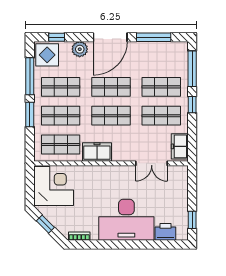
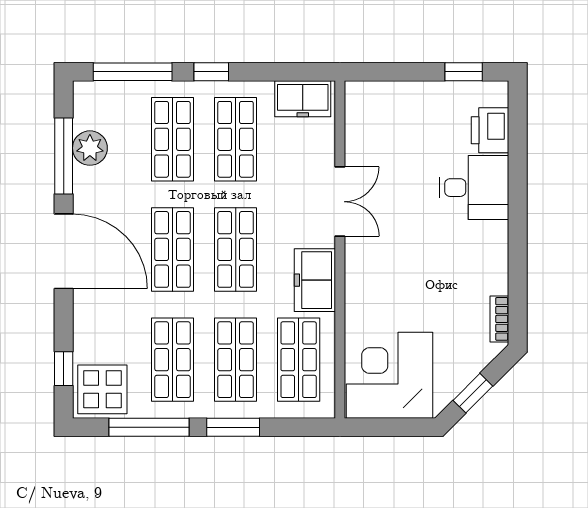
plant: (80, 49) -> (90, 148), moved
double door: (152, 163) -> (340, 202), moved
desk: (126, 220) -> (474, 188), width x0.53, depth x0.77

